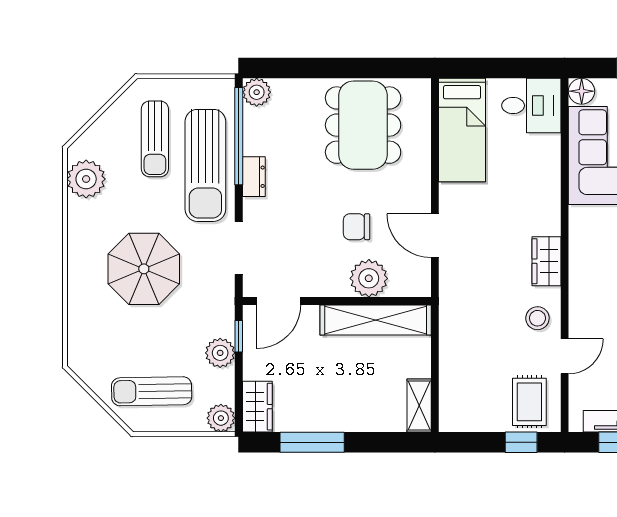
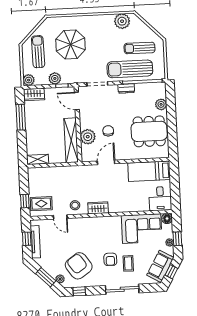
plant: (257, 92) -> (161, 104), moved
parasol: (144, 269) -> (70, 44), moved

